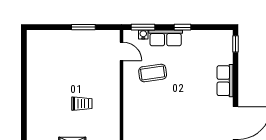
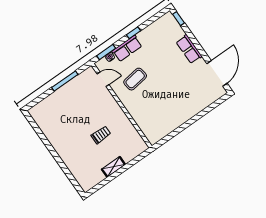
window: (83, 27) -> (65, 81), width x1.44

